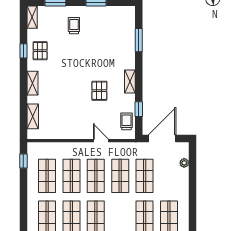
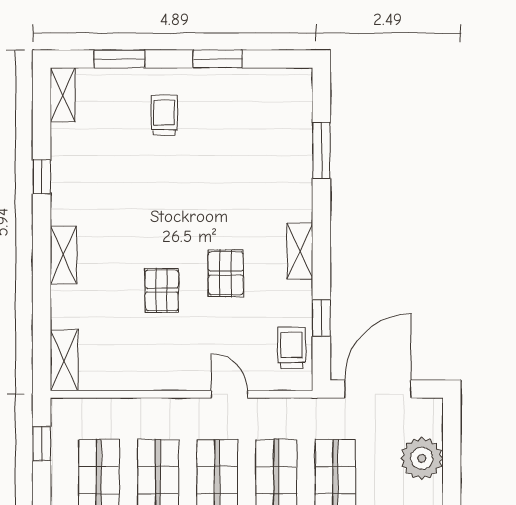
pallet: (40, 51) -> (162, 290), moved
shelving: (33, 116) -> (64, 360), moved
plant: (184, 163) -> (422, 458), width x1.87, depth x1.87

